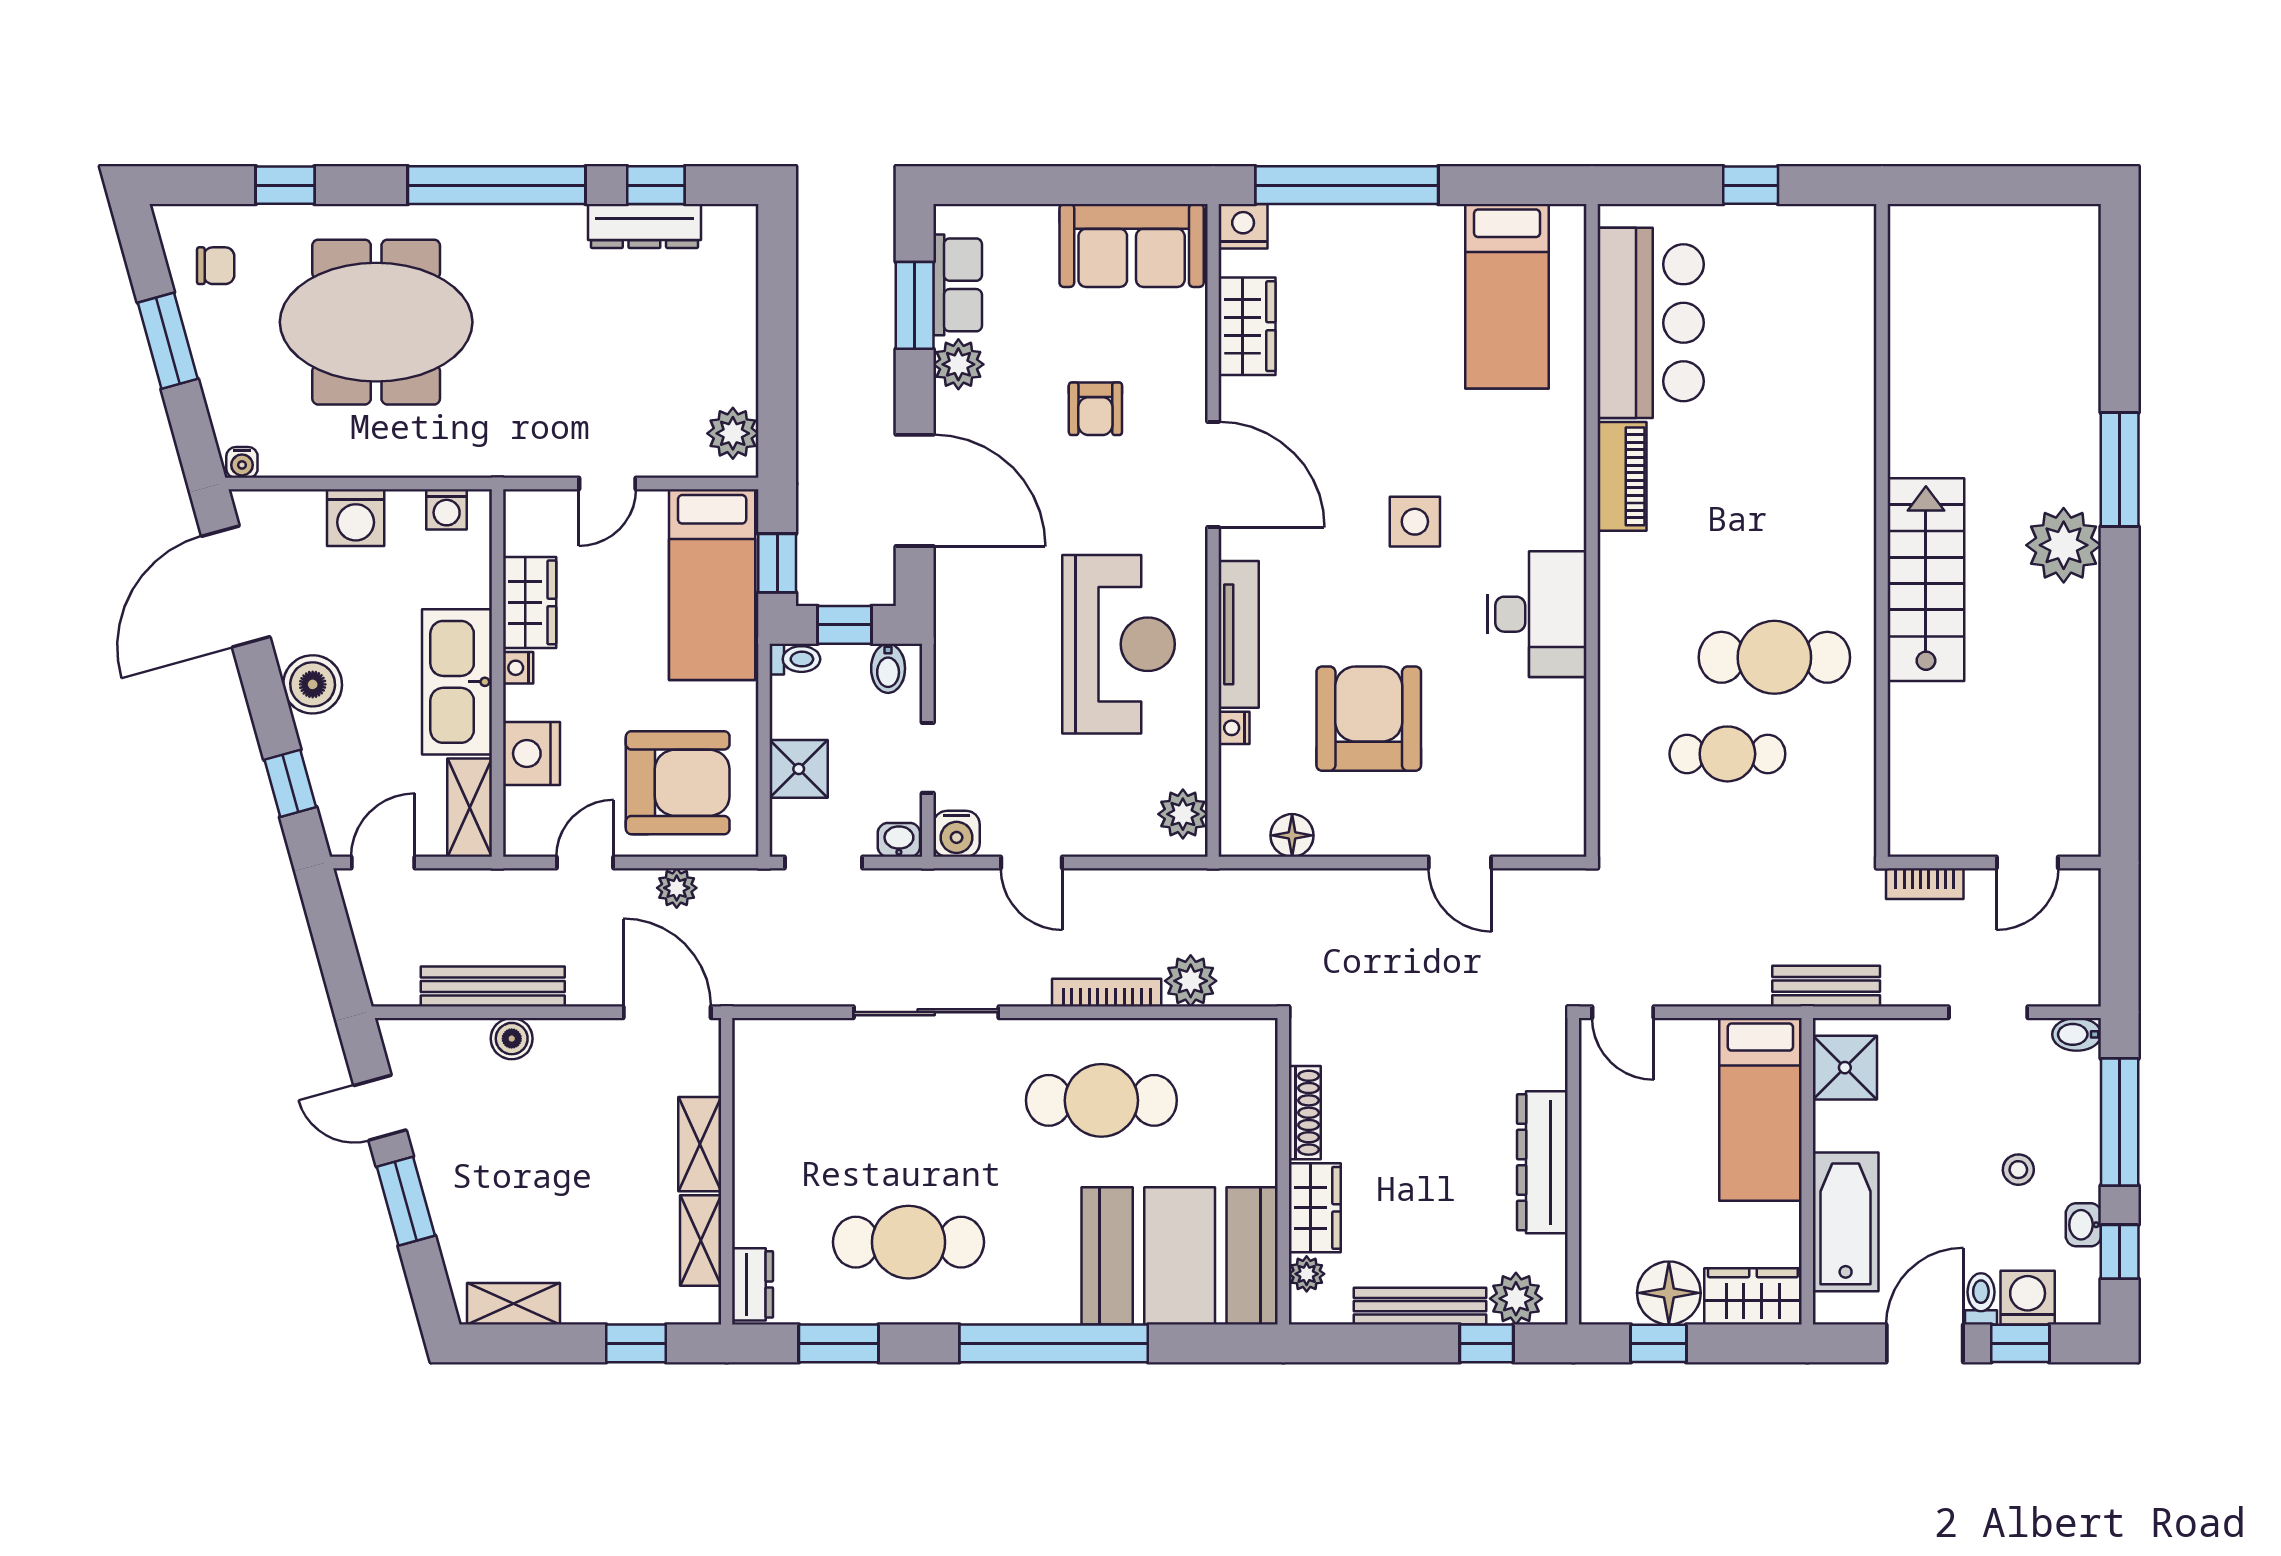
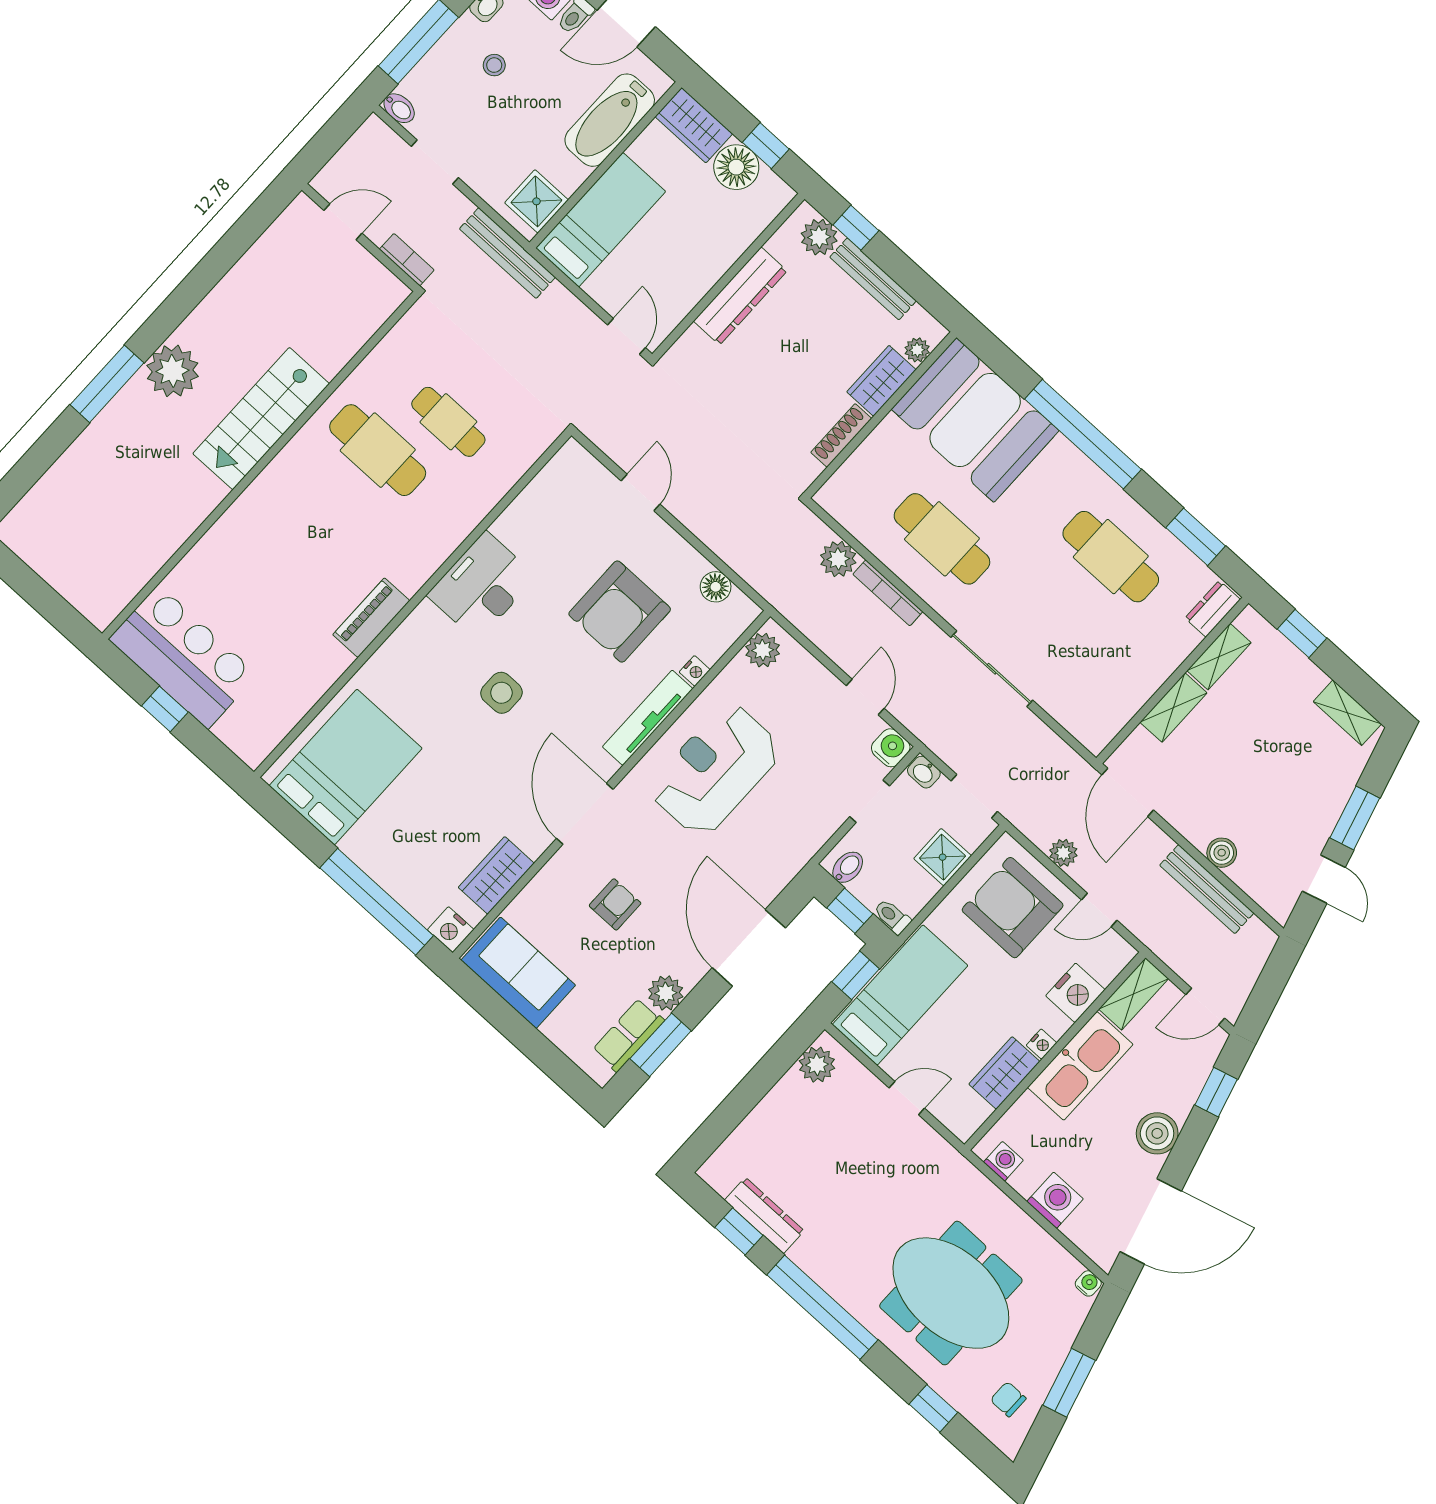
bed: (1507, 296) -> (346, 767), width x1.50
bar counter: (1651, 323) -> (183, 657), moved, turned 90
bench: (1826, 986) -> (507, 253), width x1.36

